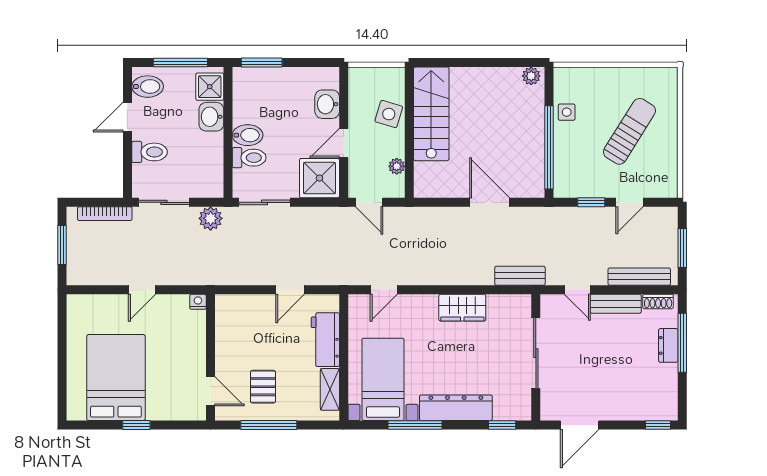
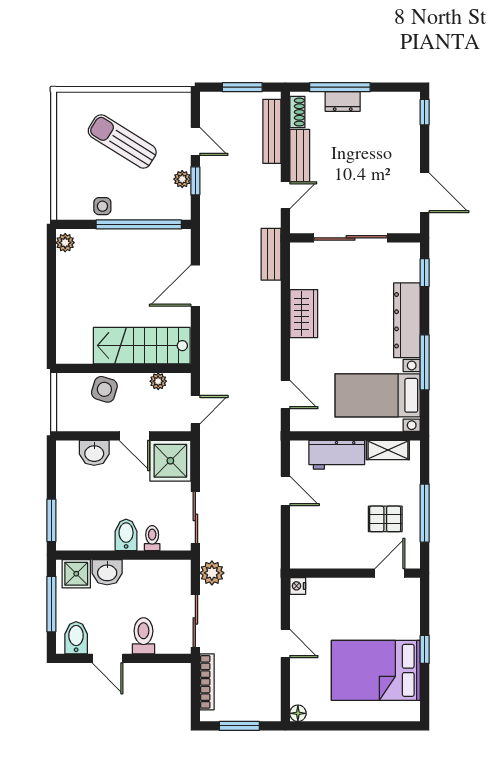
stairs: (431, 114) -> (142, 346), moved
toilet: (249, 158) -> (152, 538), width x0.73, depth x0.72
plant: (593, 190) -> (182, 179), added
floor lamp: (74, 302) -> (298, 713), added

